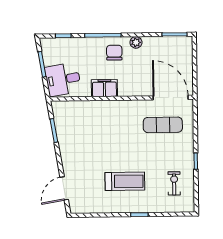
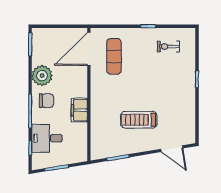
plant: (136, 42) -> (42, 76), width x1.87, depth x1.87
chair: (114, 53) -> (46, 101), turned 180
desk: (63, 79) -> (47, 138), moved, turned 99
treadmill: (125, 181) -> (139, 120), moved, turned -90

